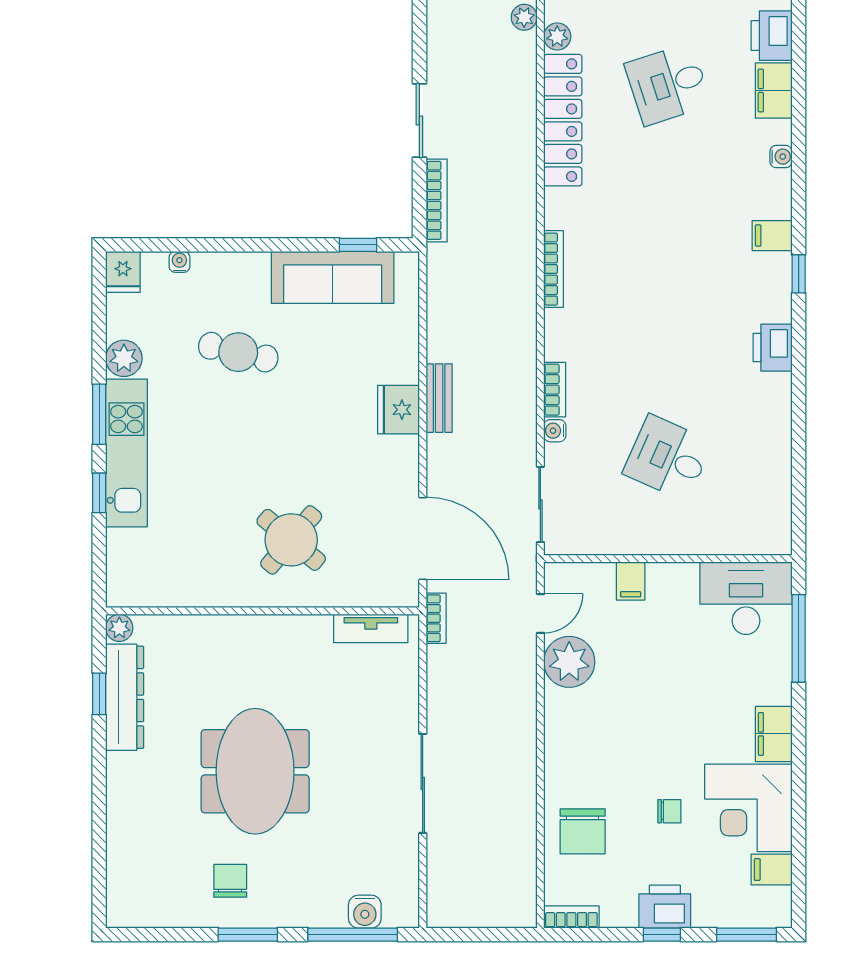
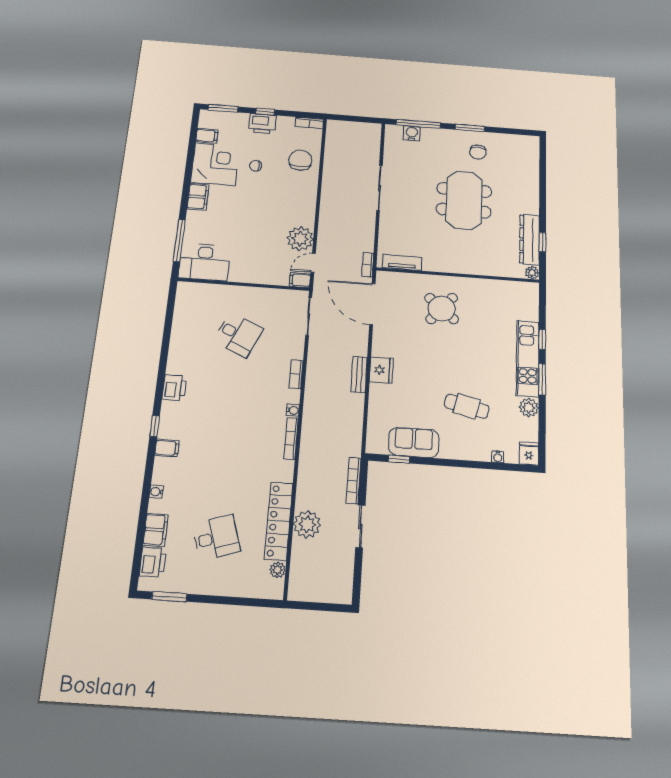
plant: (524, 17) -> (307, 524), moved, width x1.87, depth x1.87
sofa: (333, 277) -> (414, 442), width x0.73
water cooler: (555, 431) -> (293, 410), moved
filing cabinet: (631, 581) -> (300, 280), moved, turned -90

